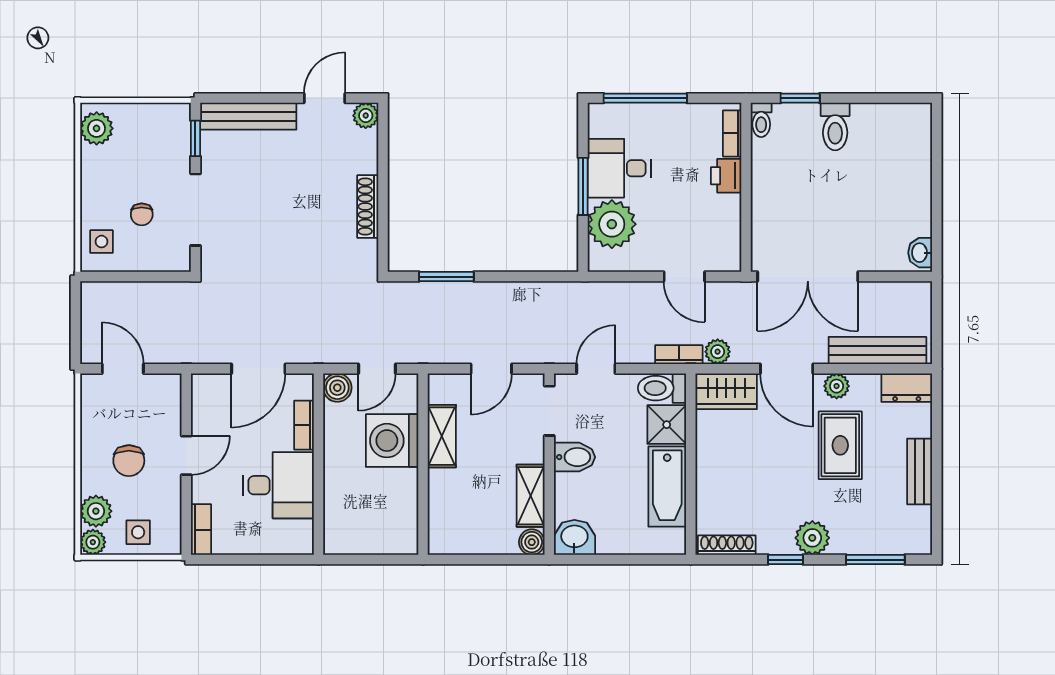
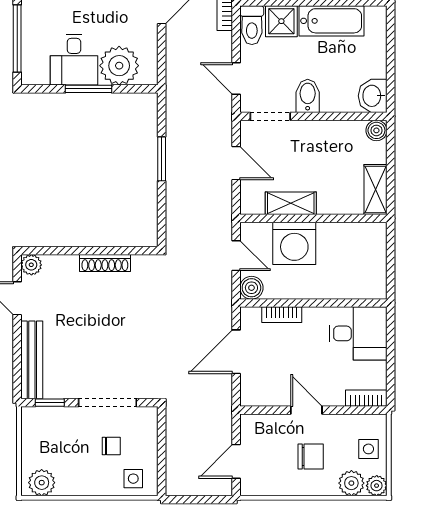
window: (446, 277) -> (162, 159), moved
door: (258, 369) -> (236, 352), swing flipped
desk: (278, 485) -> (358, 333), moved, turned 90
shelving: (531, 496) -> (375, 189), moved, turned 90

